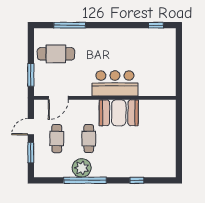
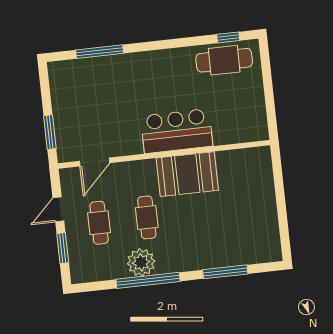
cafe table: (56, 54) -> (224, 60), moved
window: (137, 180) -> (225, 272), width x2.17

